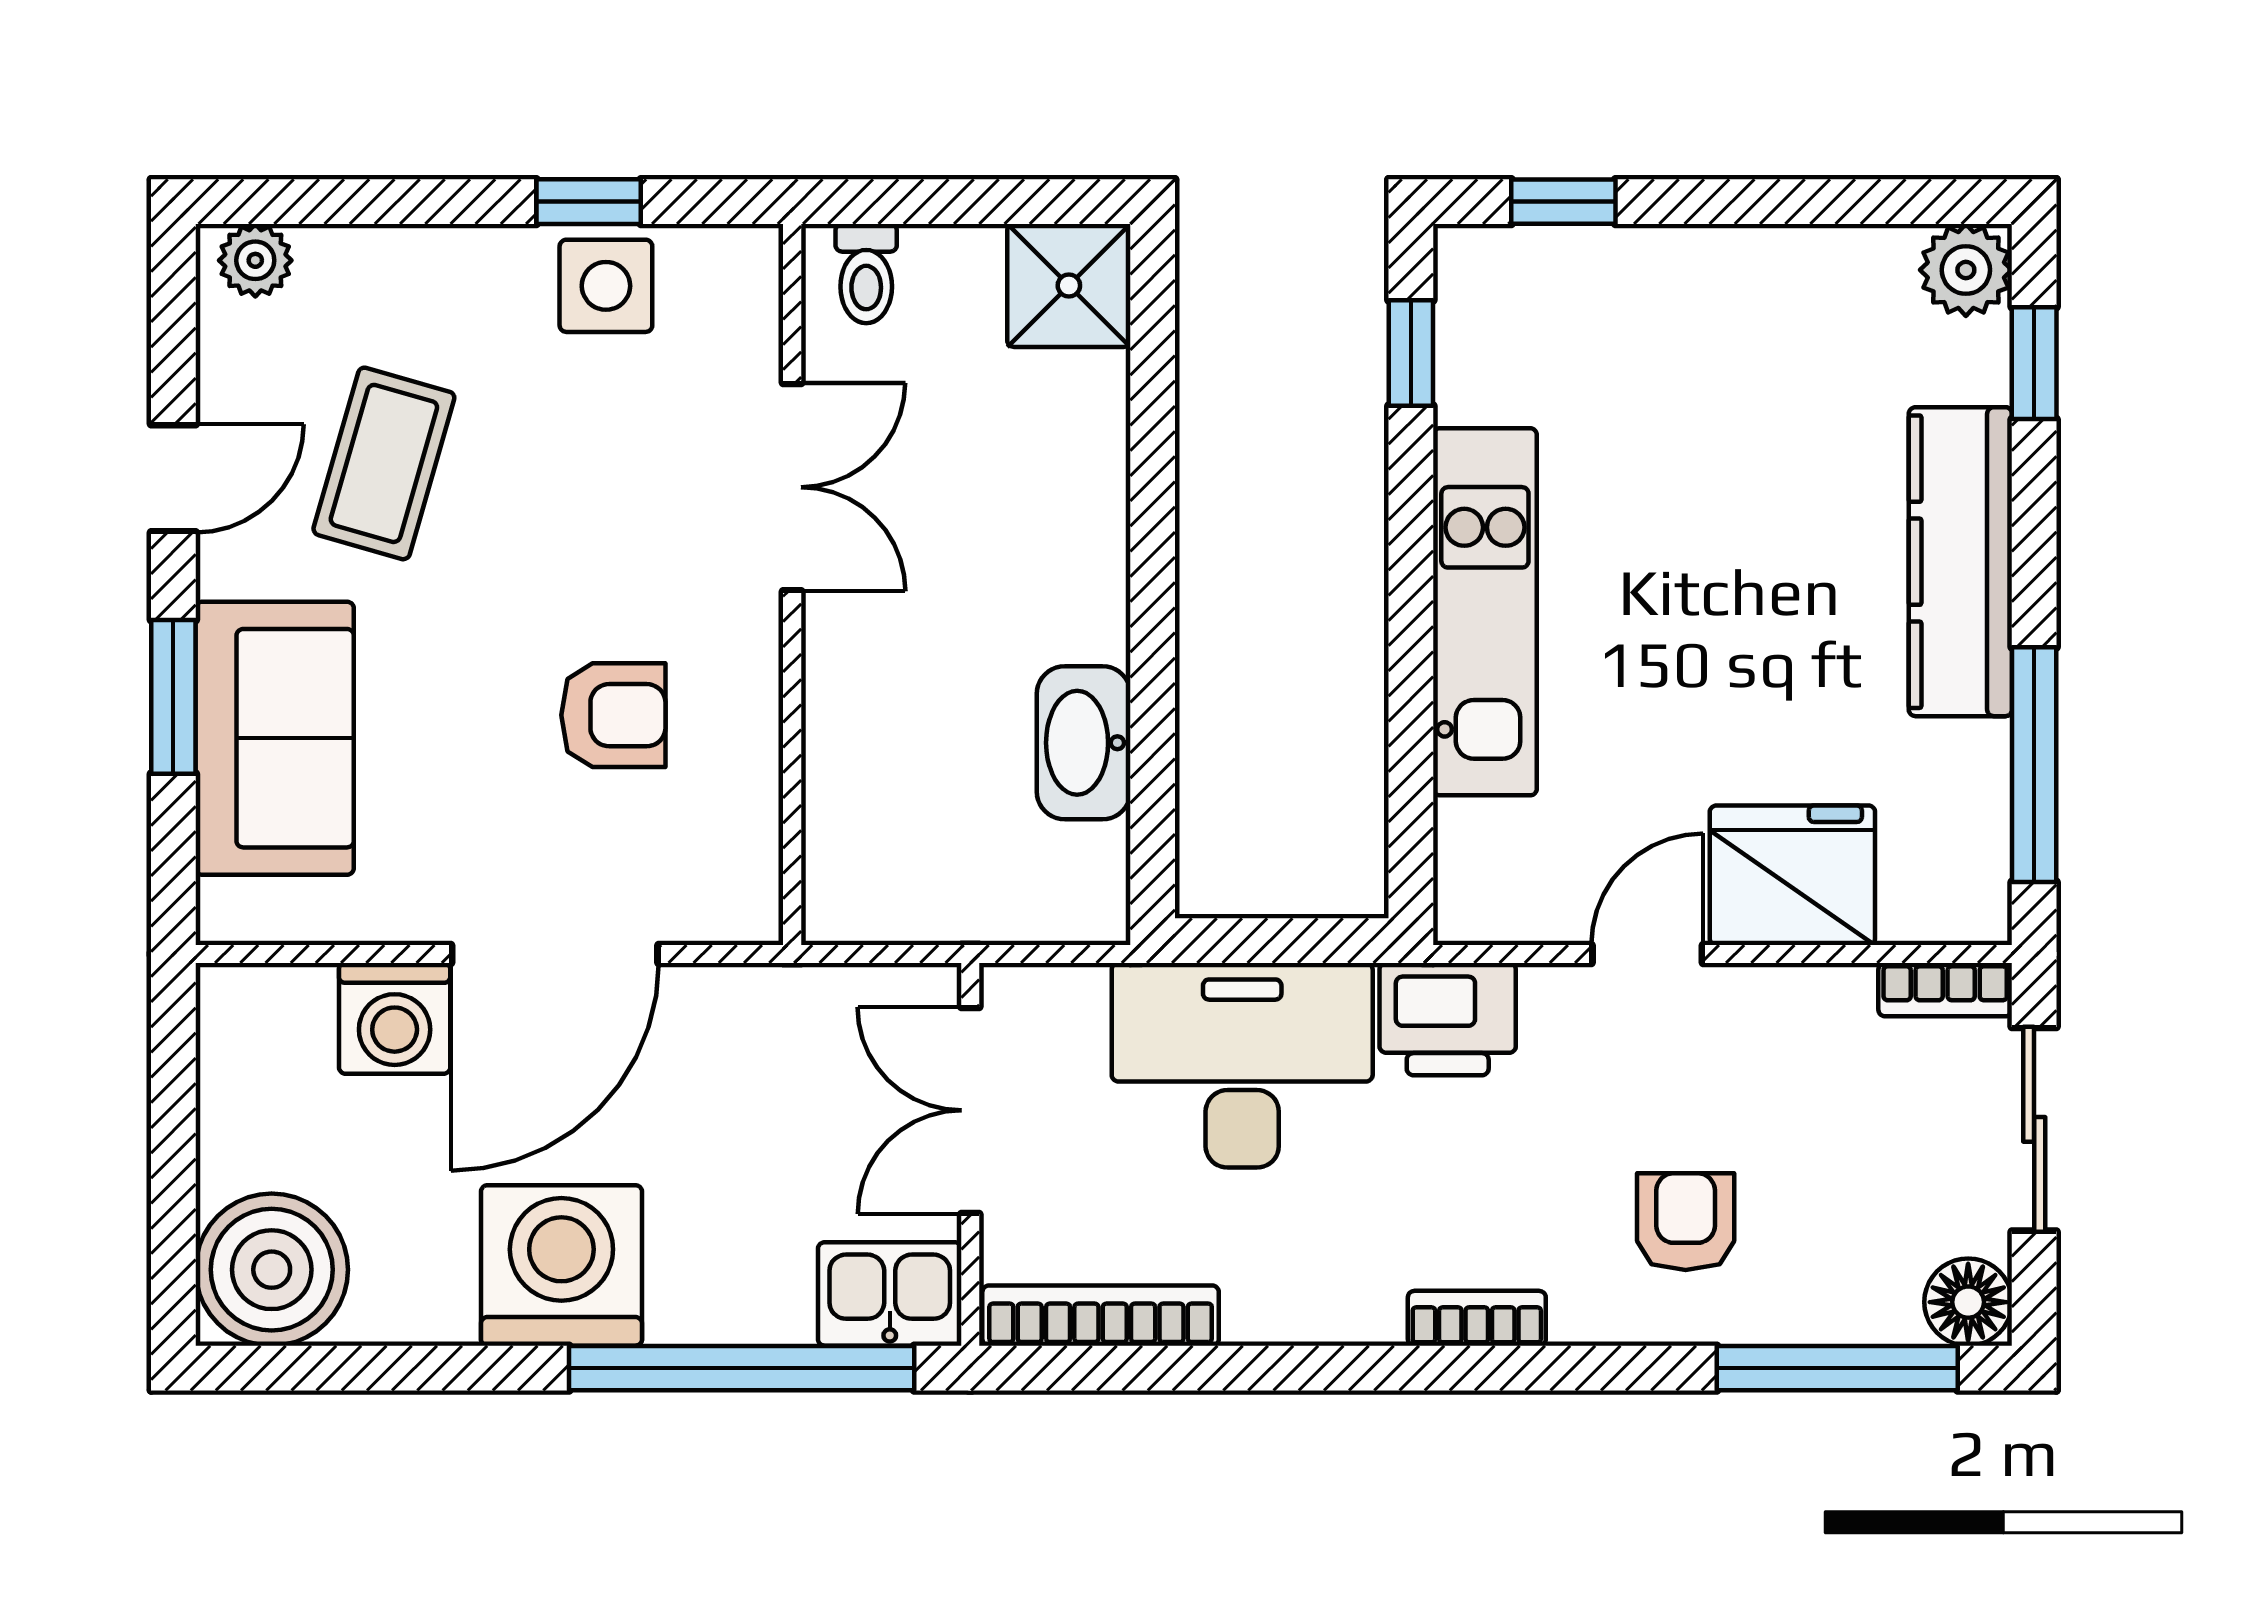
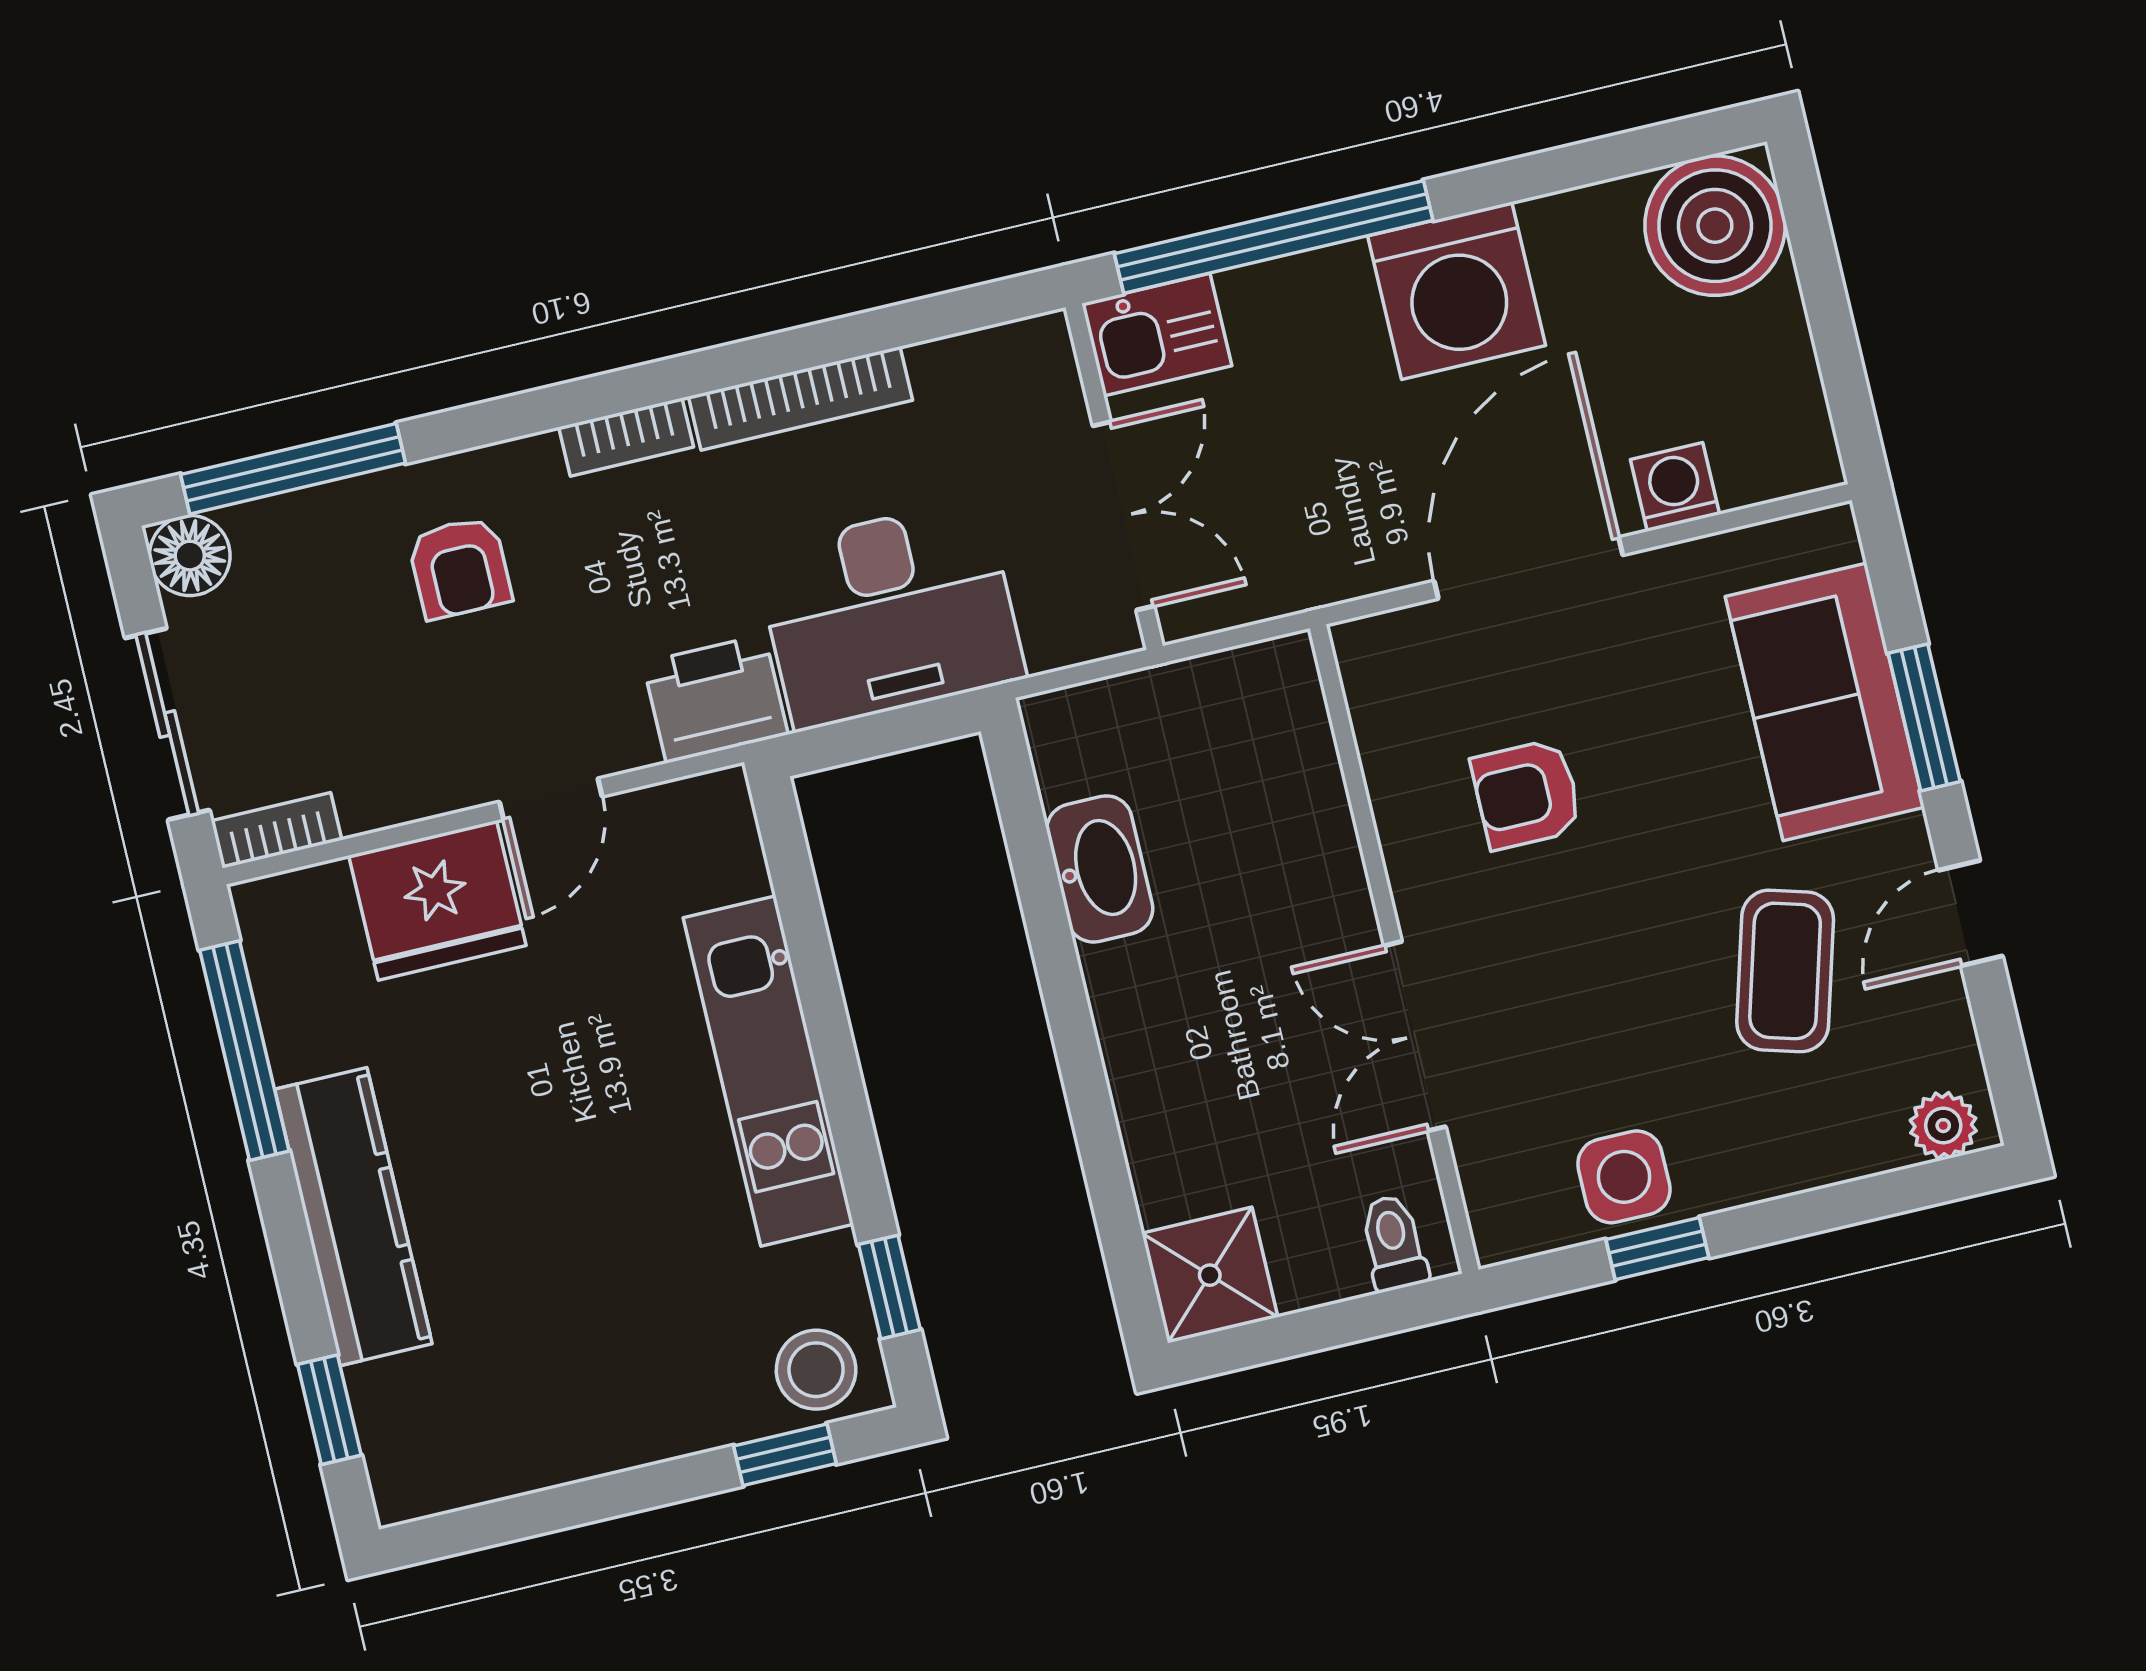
plant: (1966, 270) -> (410, 1479), removed
stool: (1509, 284) -> (816, 1370), added
washing machine: (395, 1018) -> (1675, 487), width x0.73, depth x0.73
bookcase: (1101, 1316) -> (800, 398), moved

